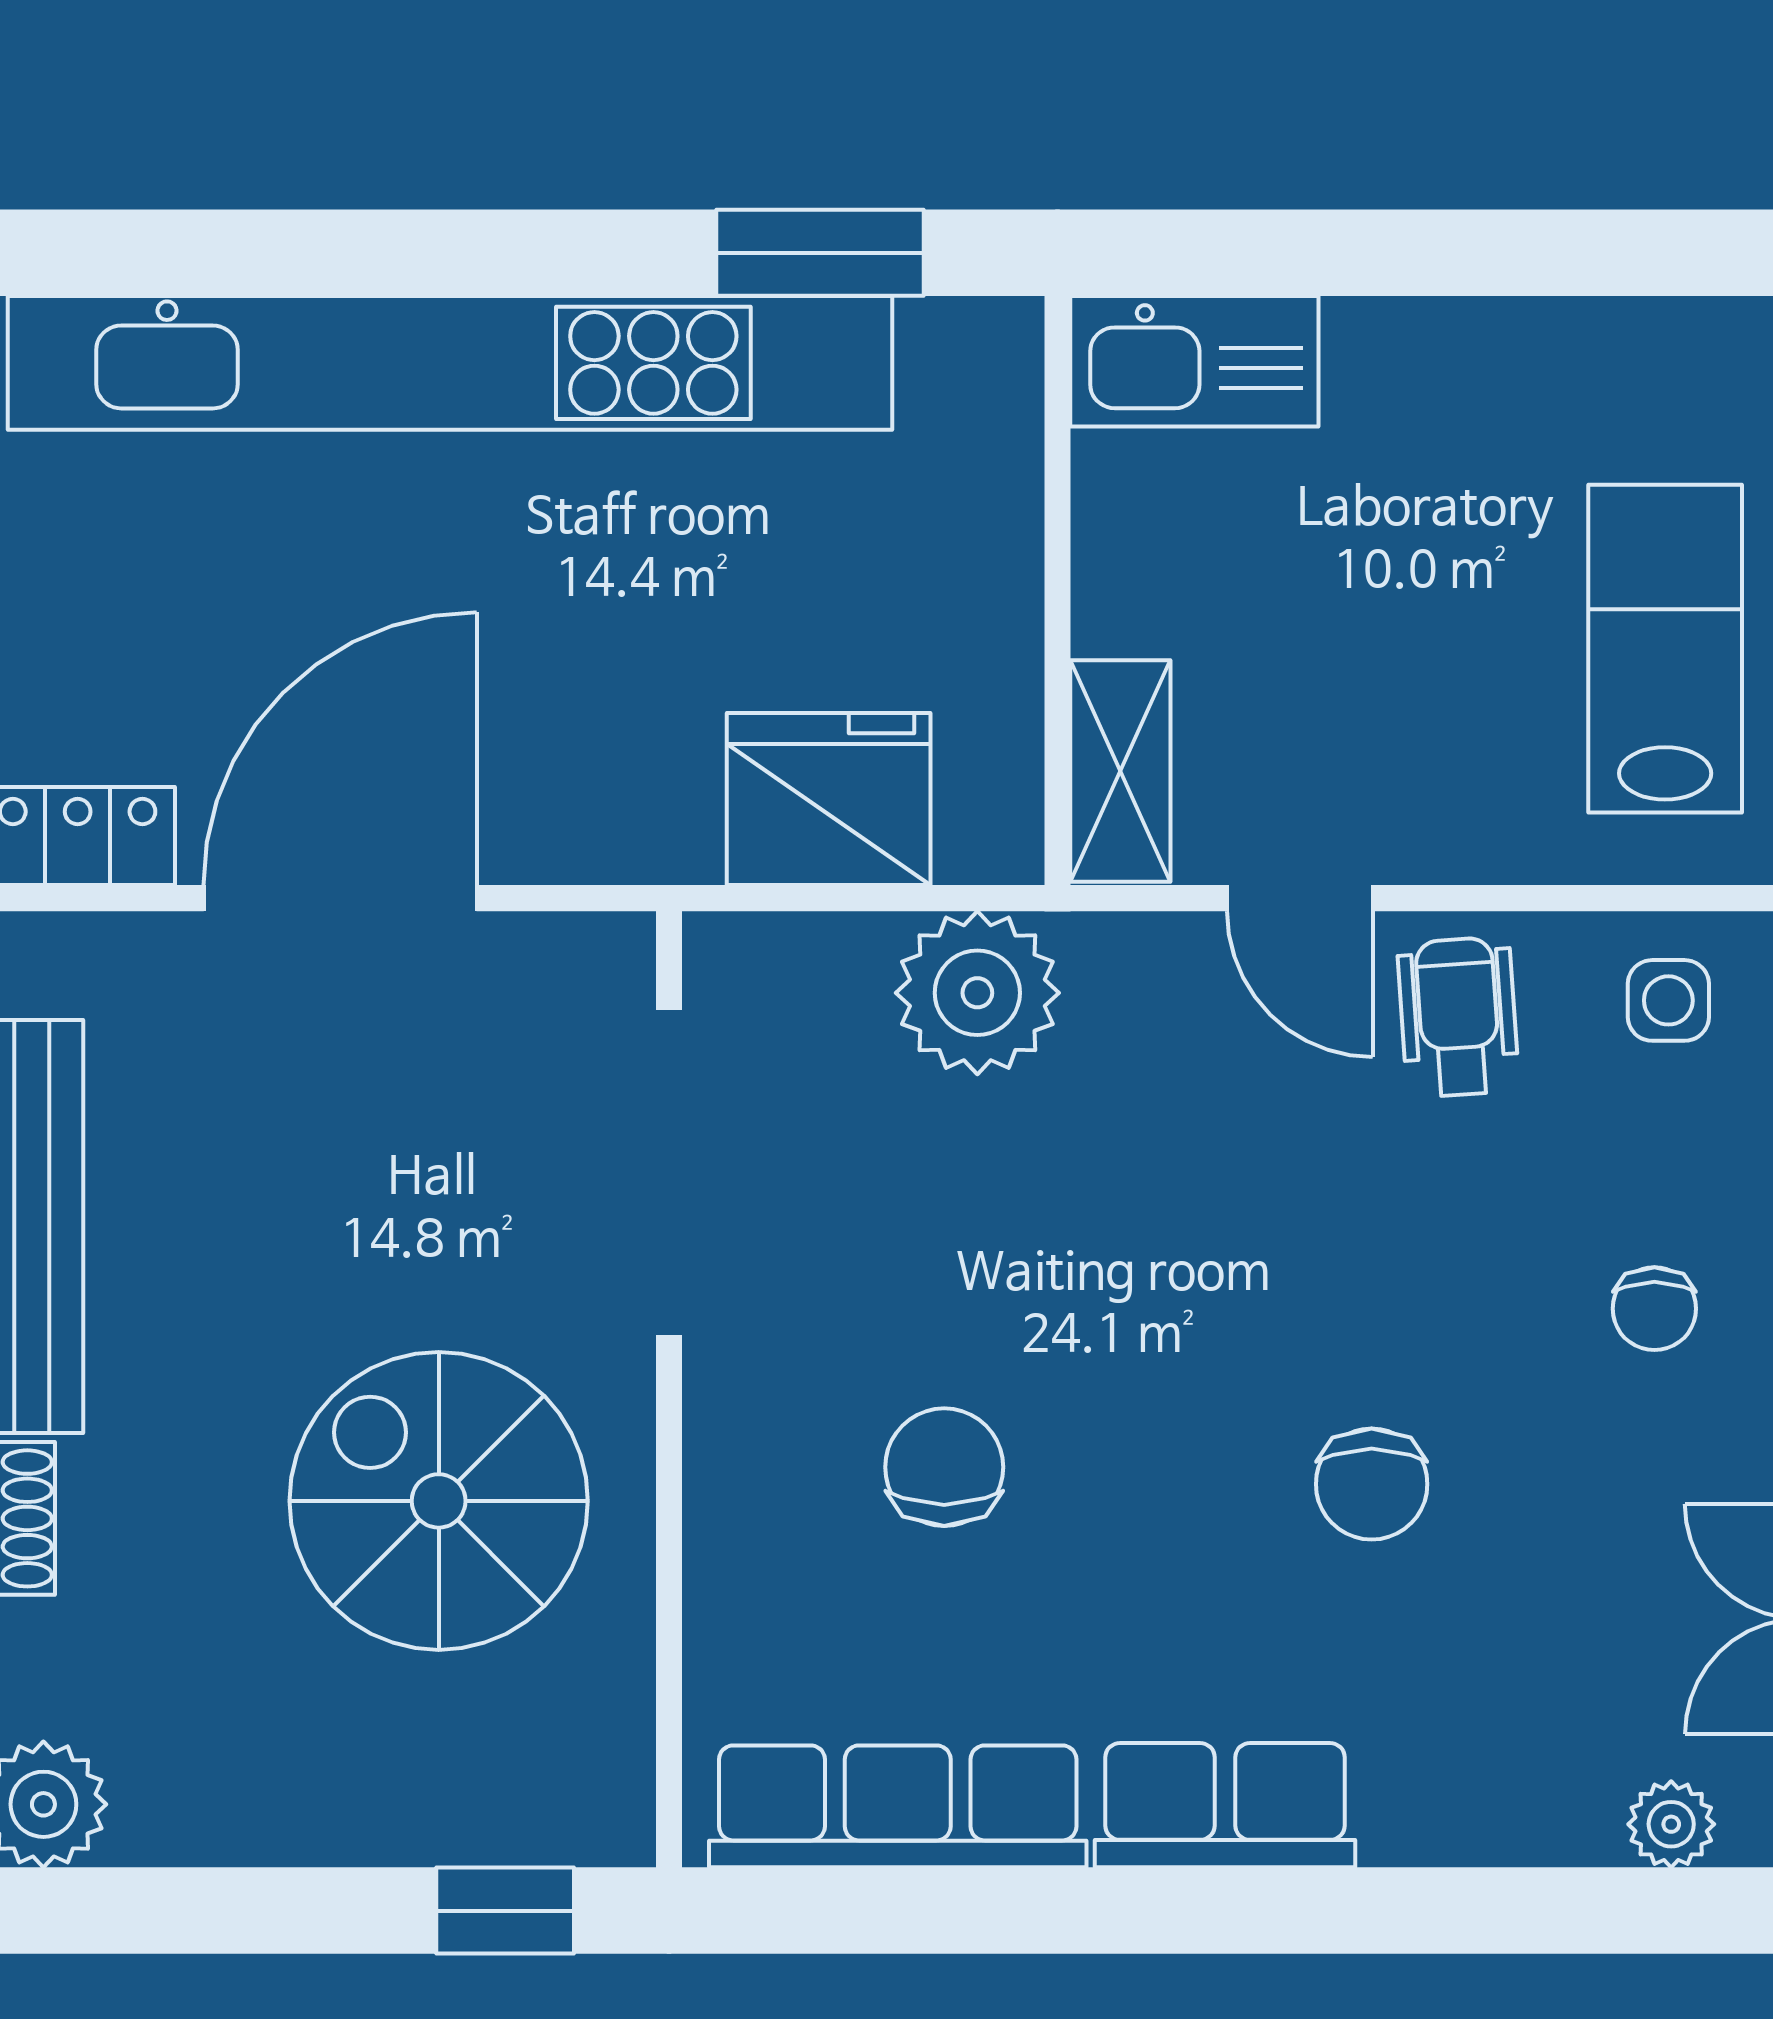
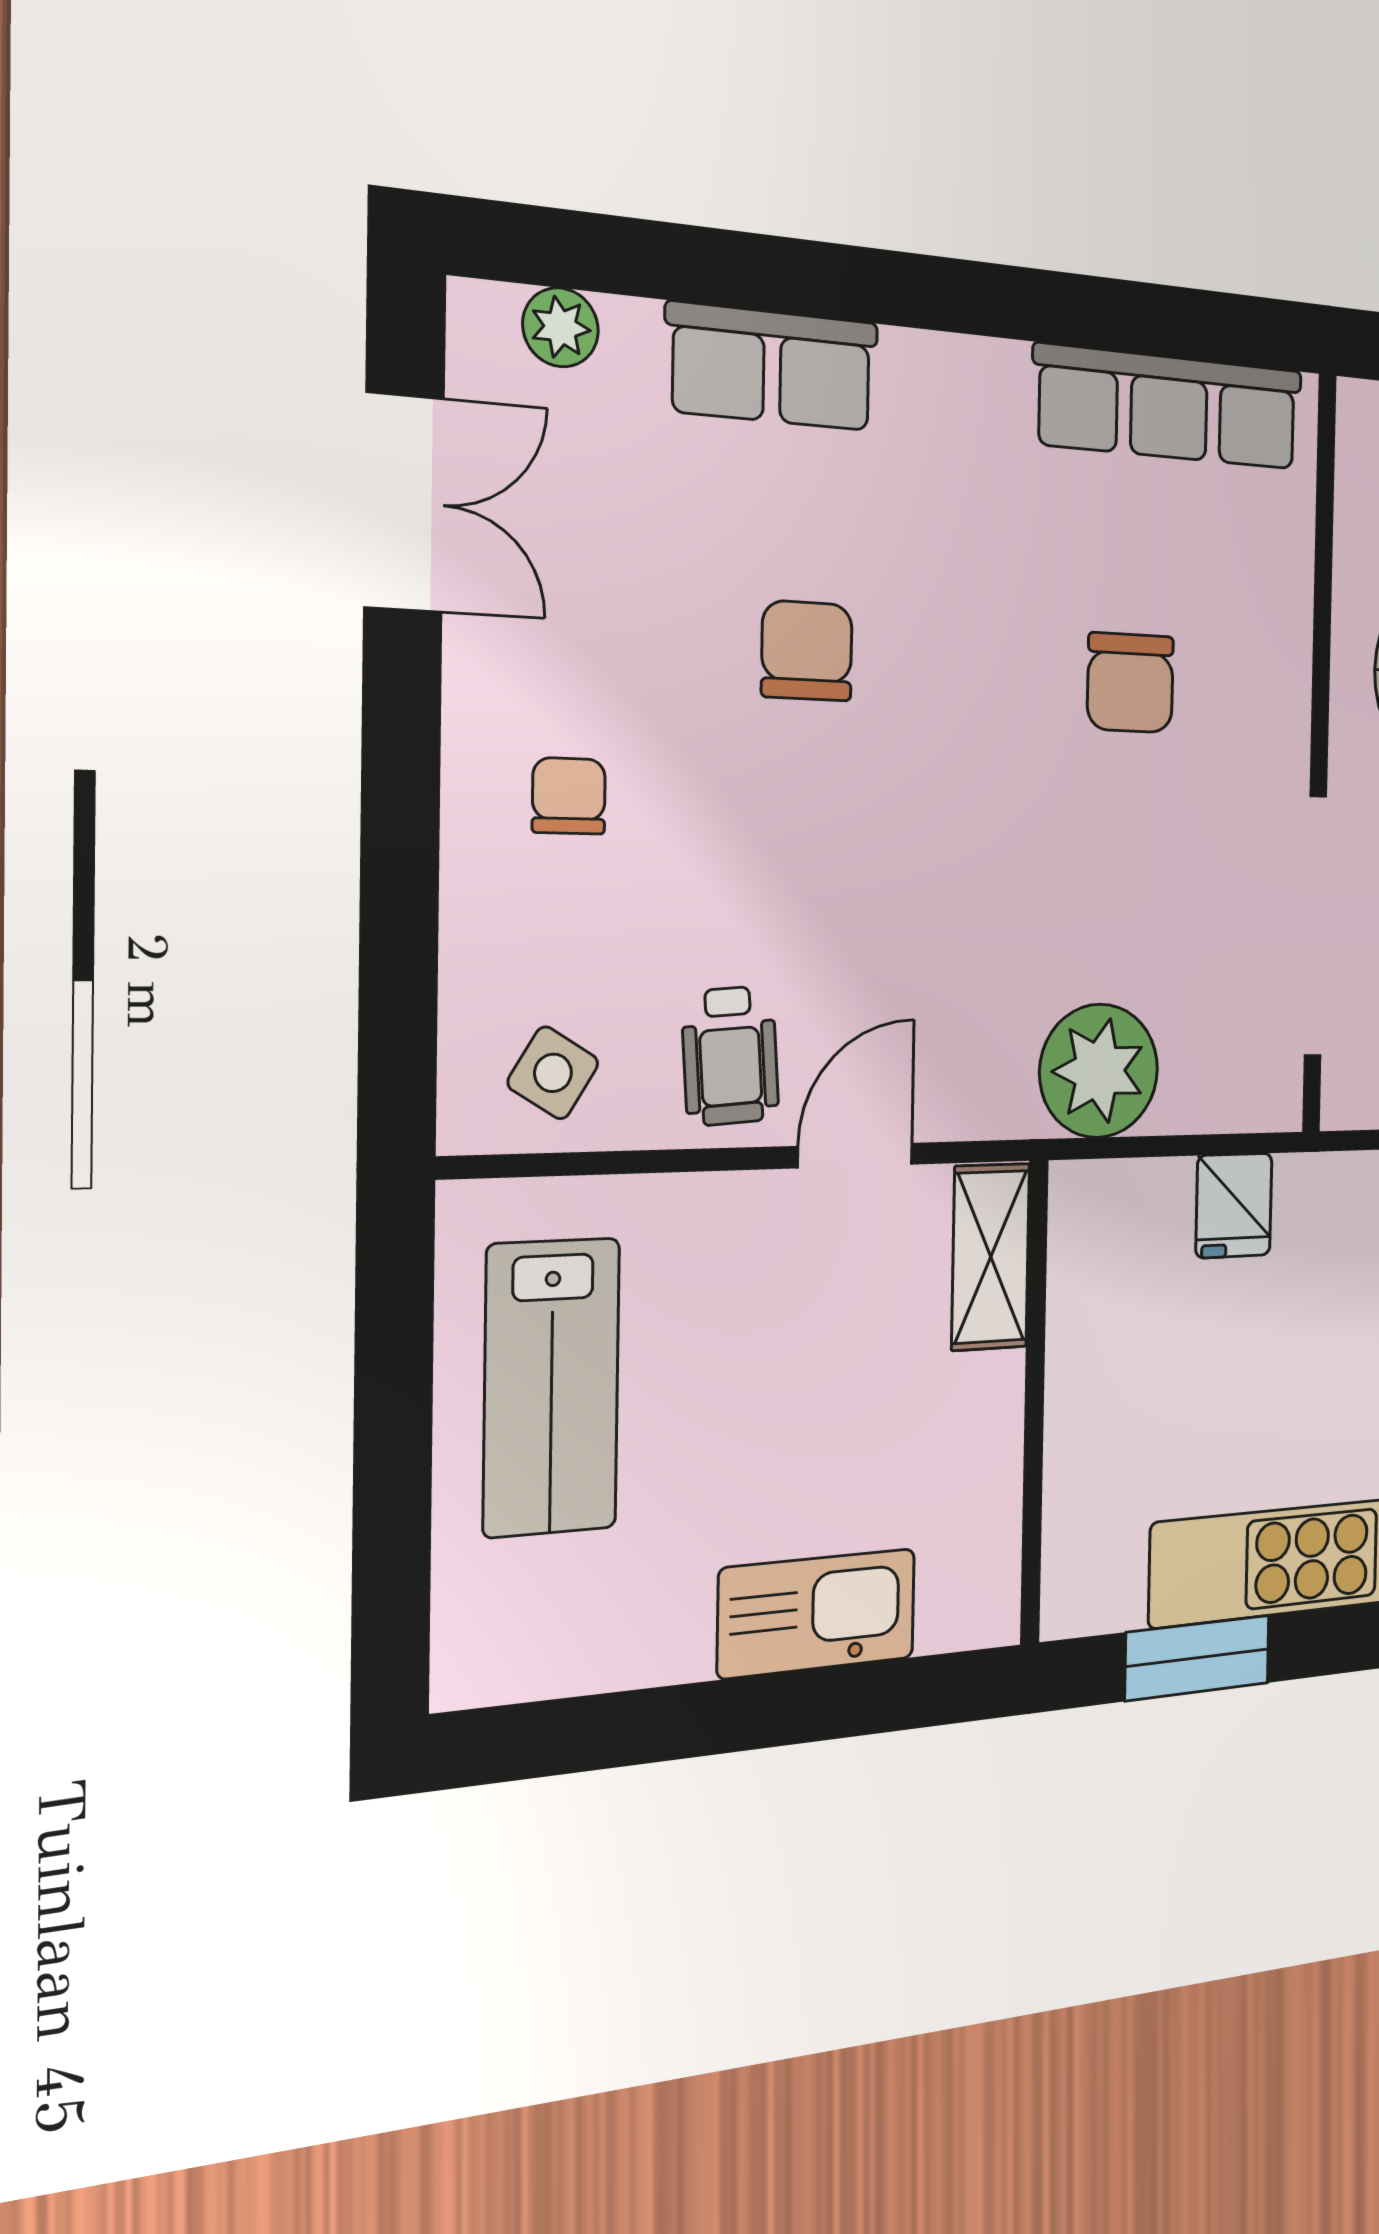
kitchen sink: (1194, 361) -> (817, 1613), moved
fridge: (829, 799) -> (1234, 1205), width x0.53, depth x0.75
door: (1300, 898) -> (855, 1155), hinge flipped
side table: (1668, 1000) -> (553, 1073), turned 32
row of seats: (1225, 1805) -> (772, 367), moved

